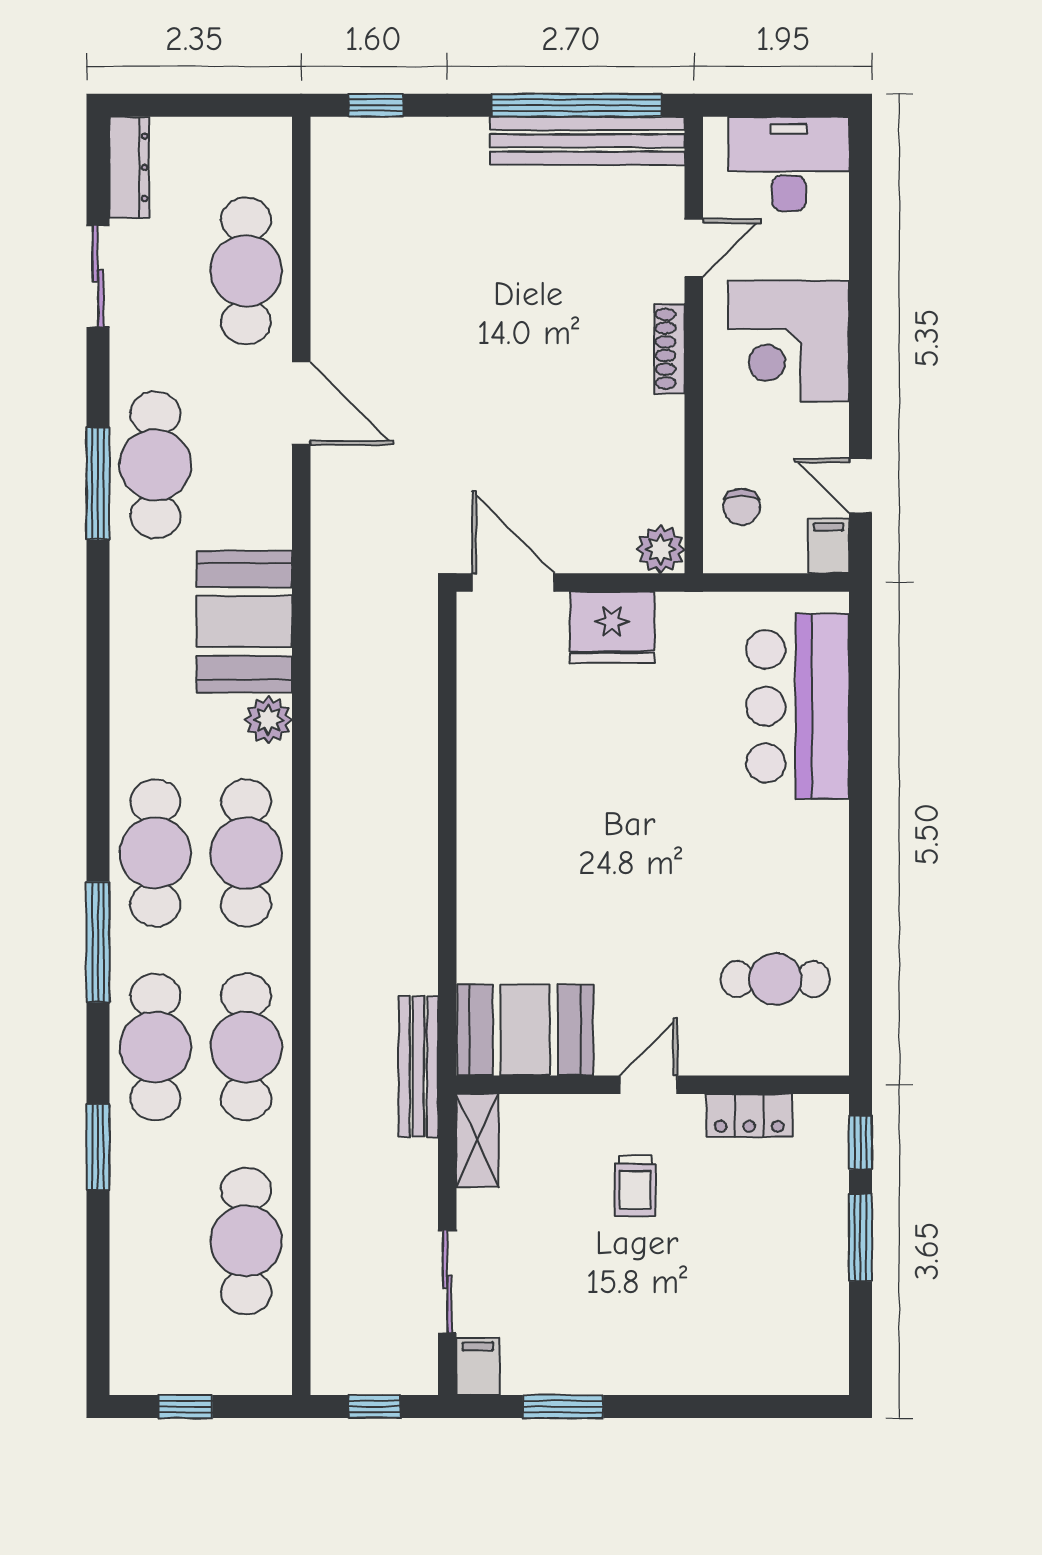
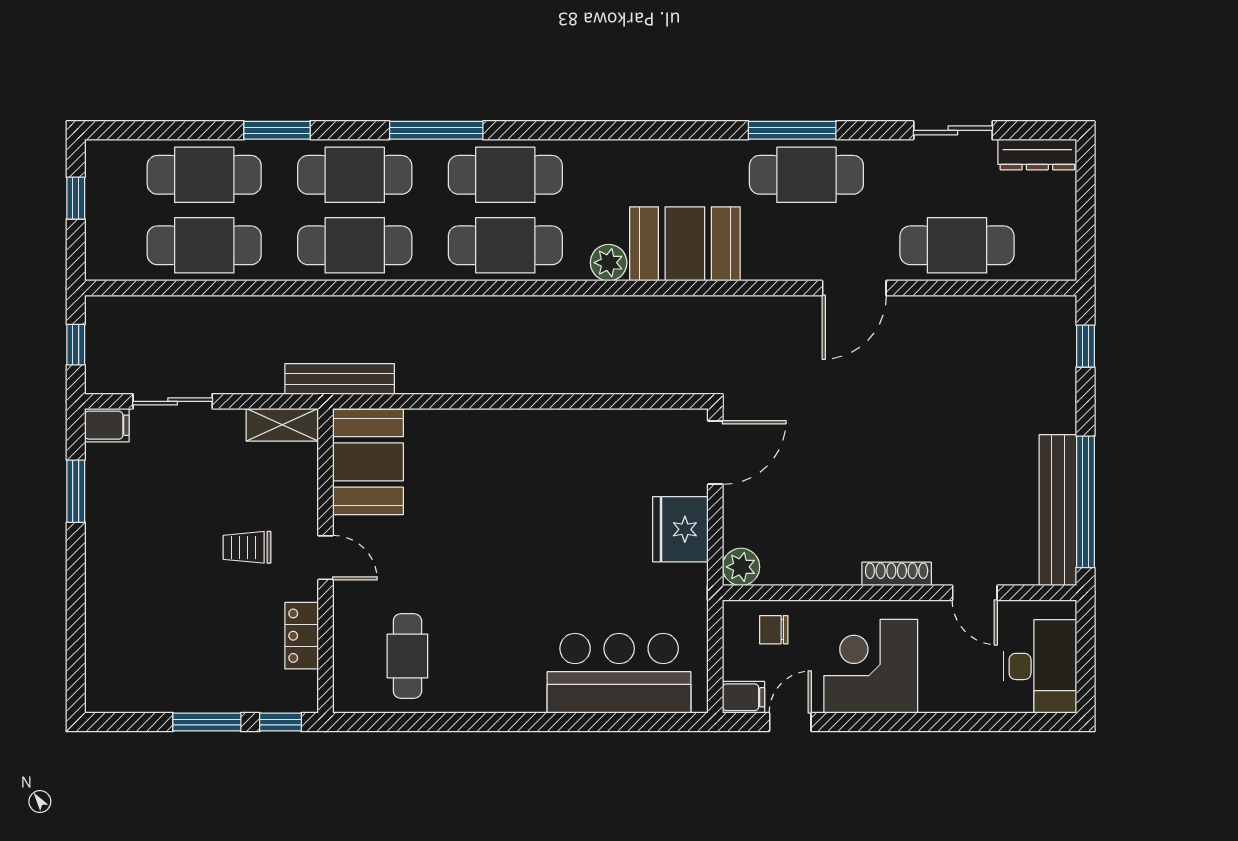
corner desk: (789, 341) -> (871, 666), moved
cafe table: (155, 1241) -> (204, 175), added

